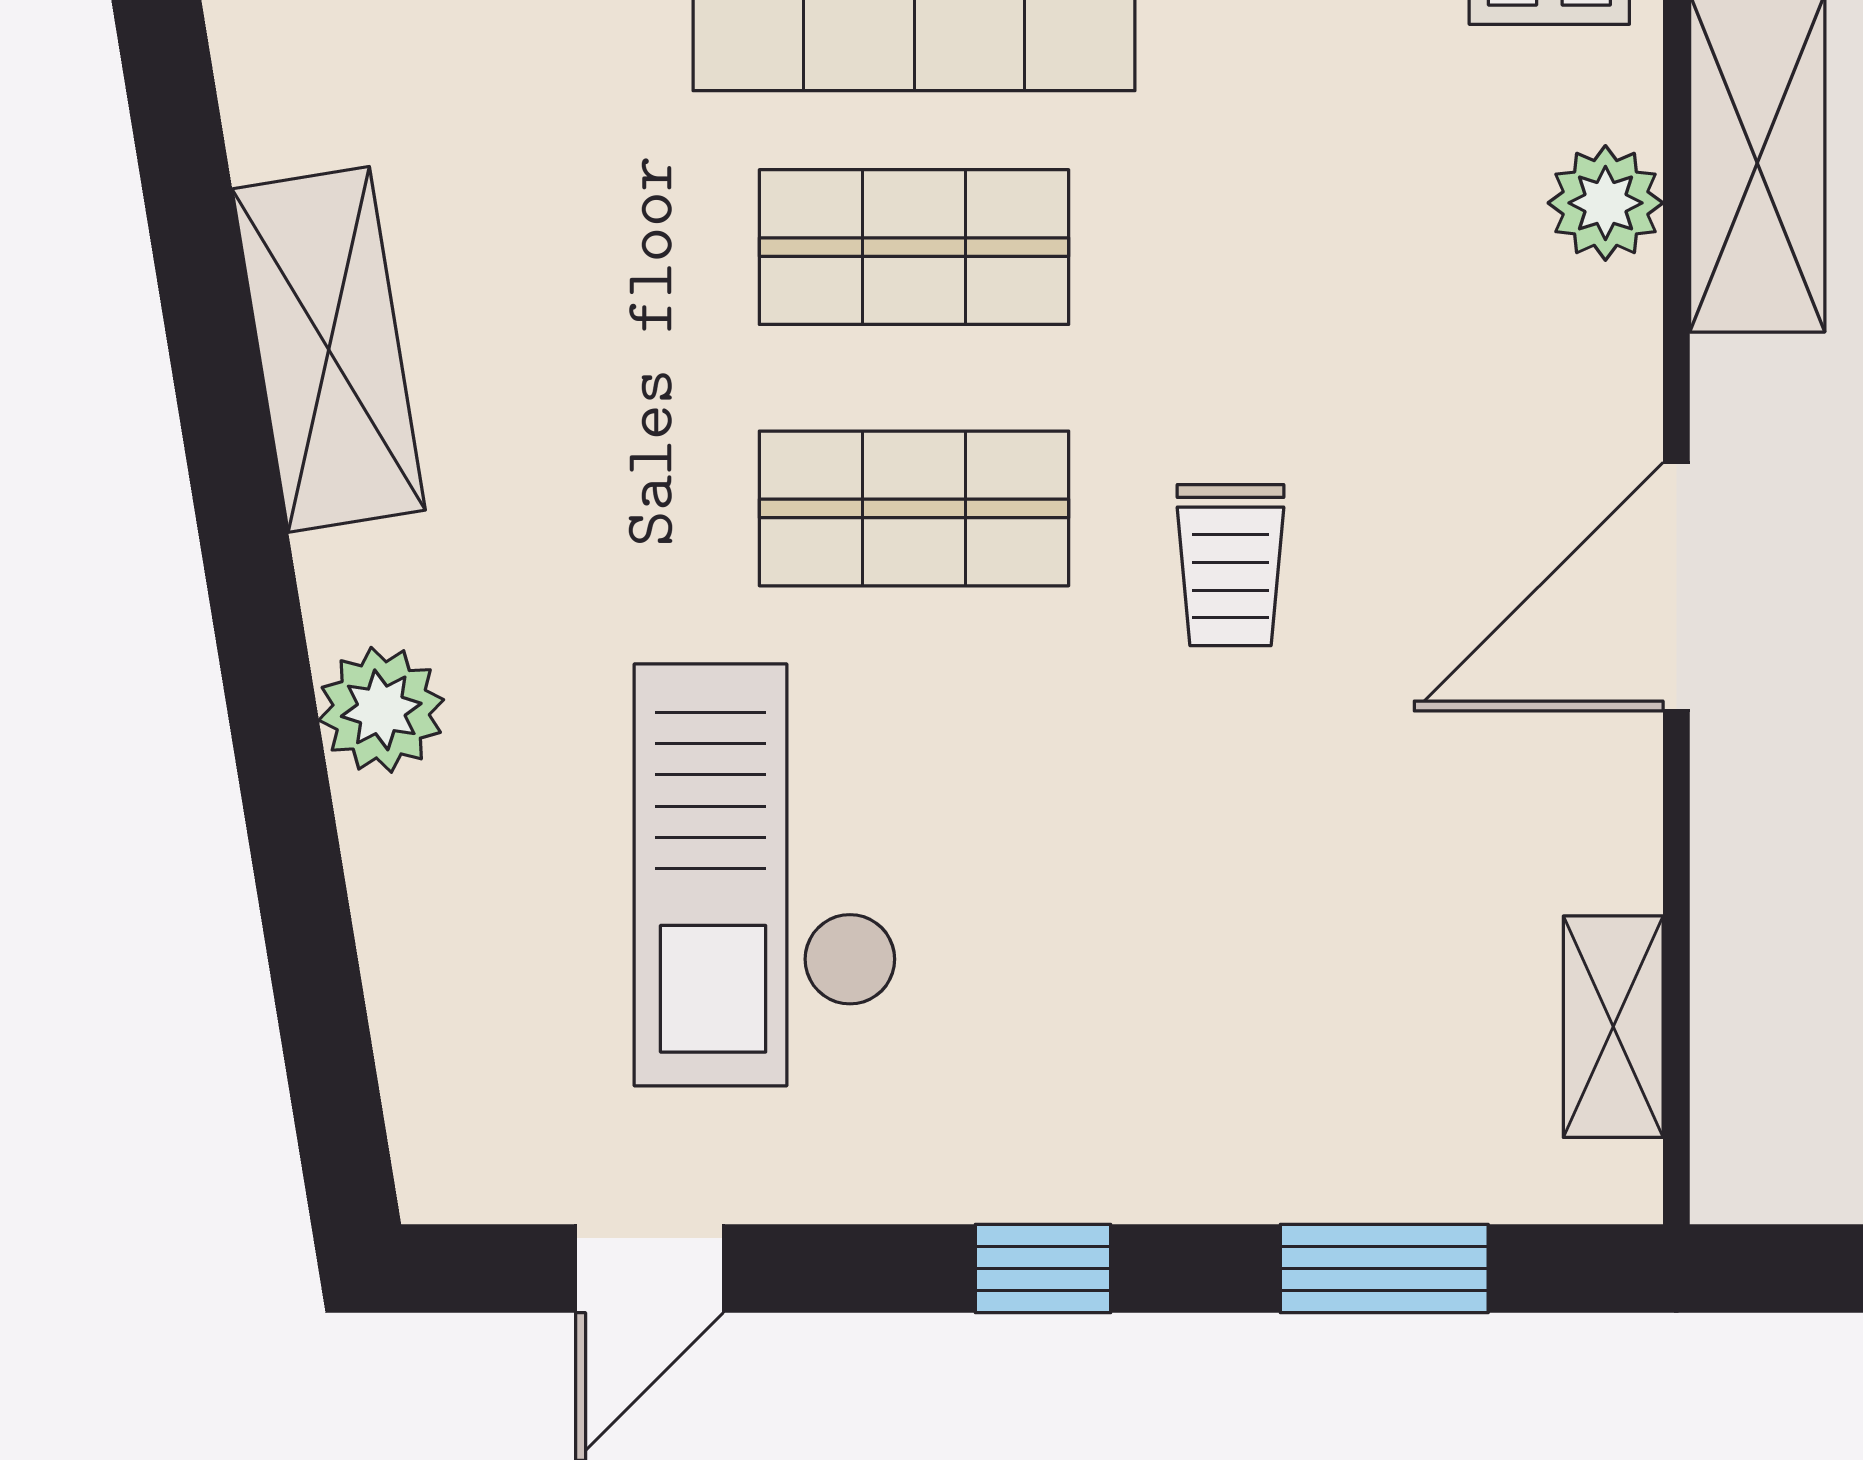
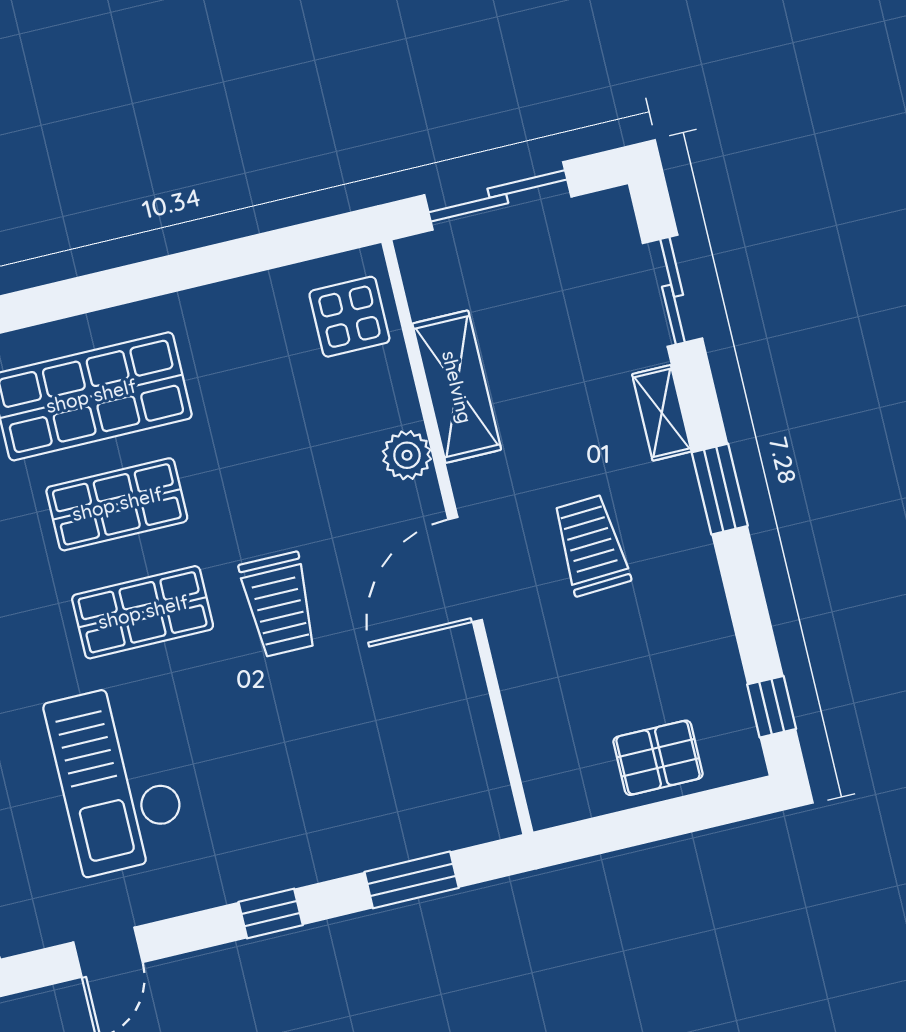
plant: (1605, 203) -> (407, 455), moved
trolley: (1230, 565) -> (279, 605), width x1.36, depth x1.39
shelving: (1613, 1027) -> (482, 758), removed

